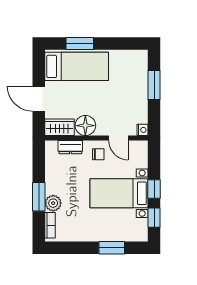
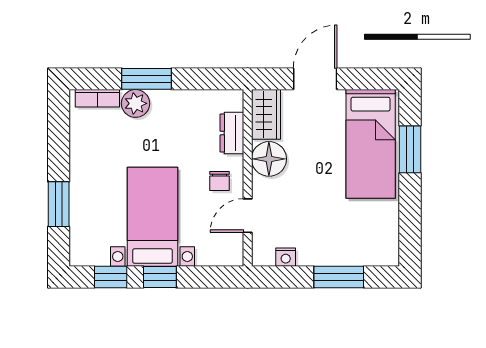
nightstand: (143, 130) -> (286, 257), moved

